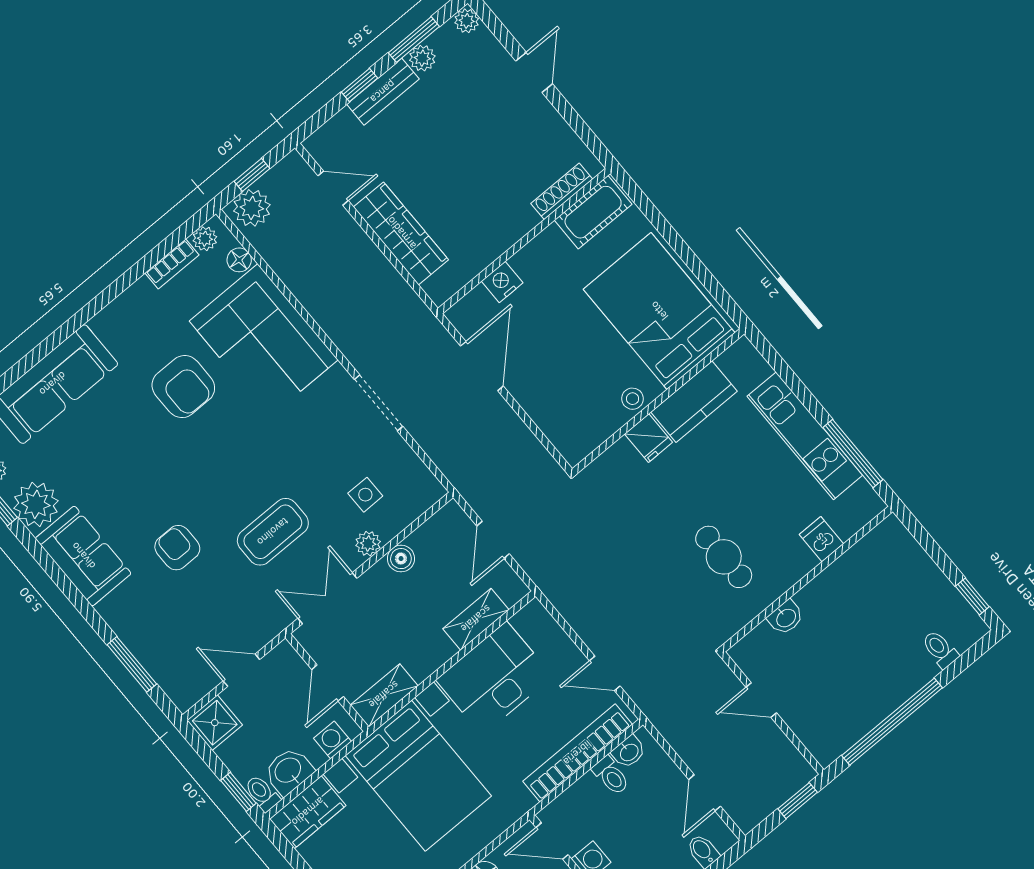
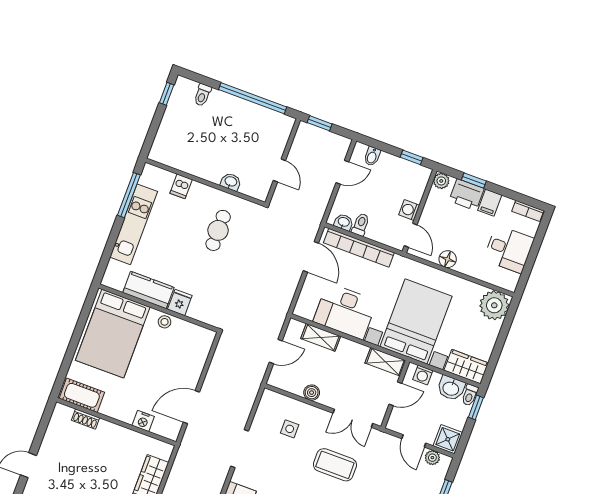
shoe rack: (562, 191) -> (85, 419), width x0.70
plant: (368, 544) -> (432, 458), moved
door: (605, 673) -> (311, 257), width x1.37

